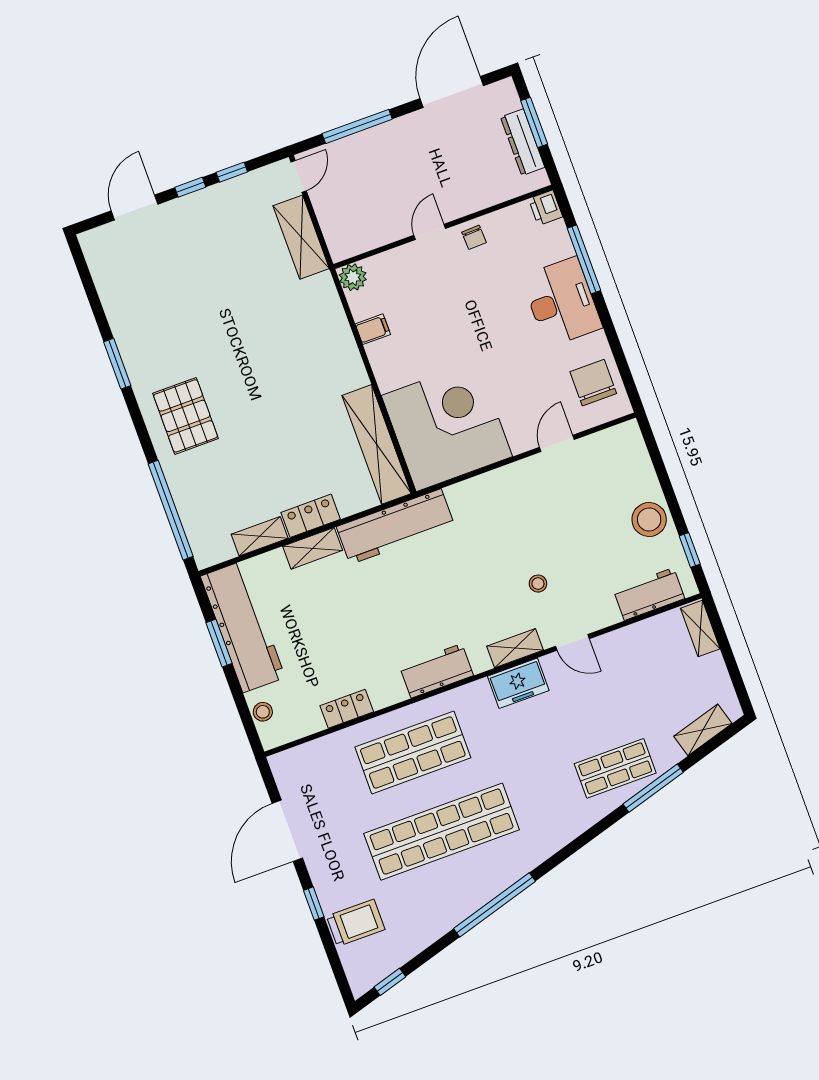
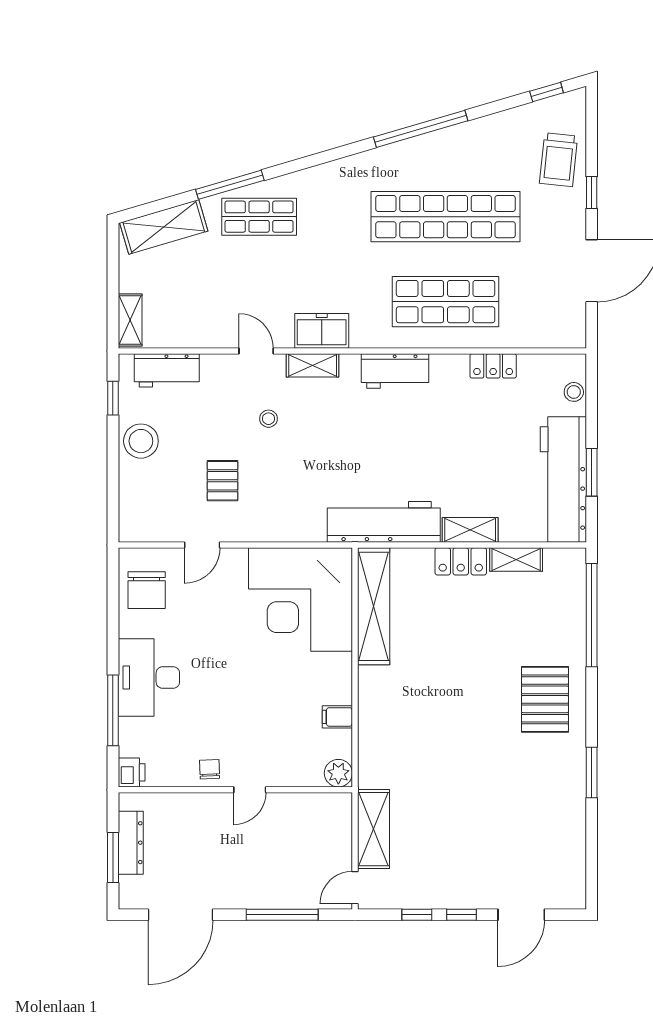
pallet: (560, 510) -> (222, 481), added
shelving: (703, 730) -> (164, 227), width x1.50, depth x1.33
trolley: (356, 923) -> (559, 160), turned -84

